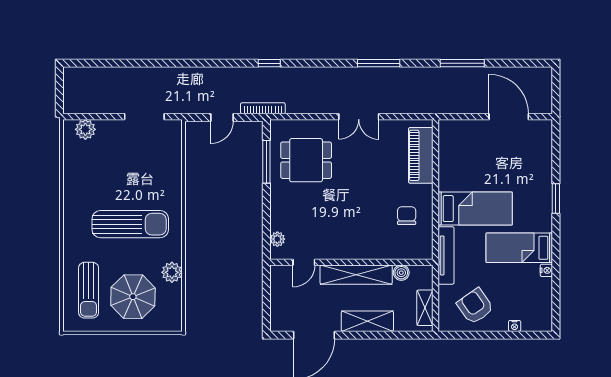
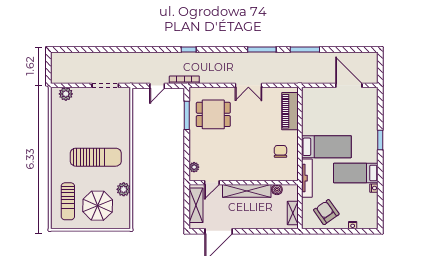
window: (462, 63) -> (305, 50), moved
shelving: (367, 321) -> (196, 205), moved, turned 90

